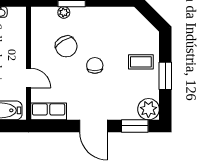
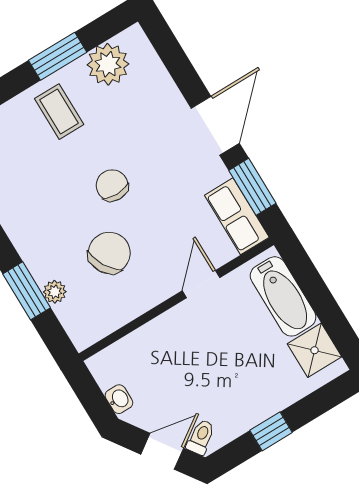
chair: (95, 65) -> (112, 185), turned 90
plant: (148, 109) -> (108, 64), moved
window: (135, 126) -> (252, 187), moved

